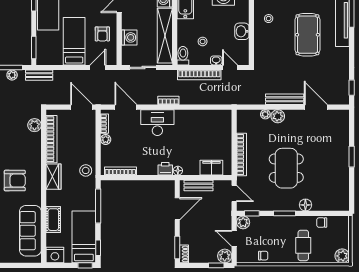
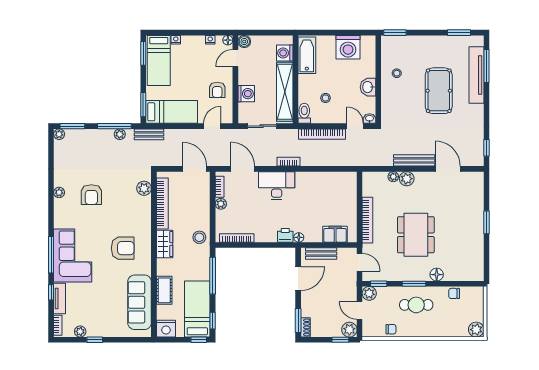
bed: (74, 41) -> (172, 112), moved, turned 90
washbasin: (216, 60) -> (370, 119), moved
cafe table: (303, 245) -> (416, 305), moved, turned 90

